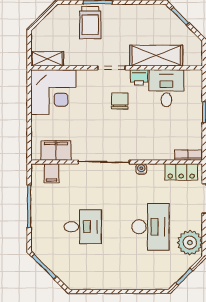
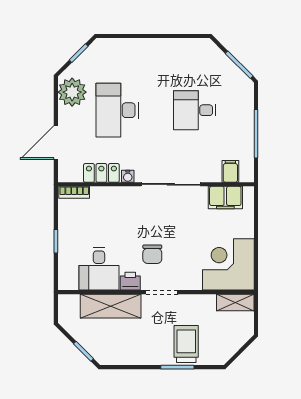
locker: (181, 172) -> (101, 173), moved

